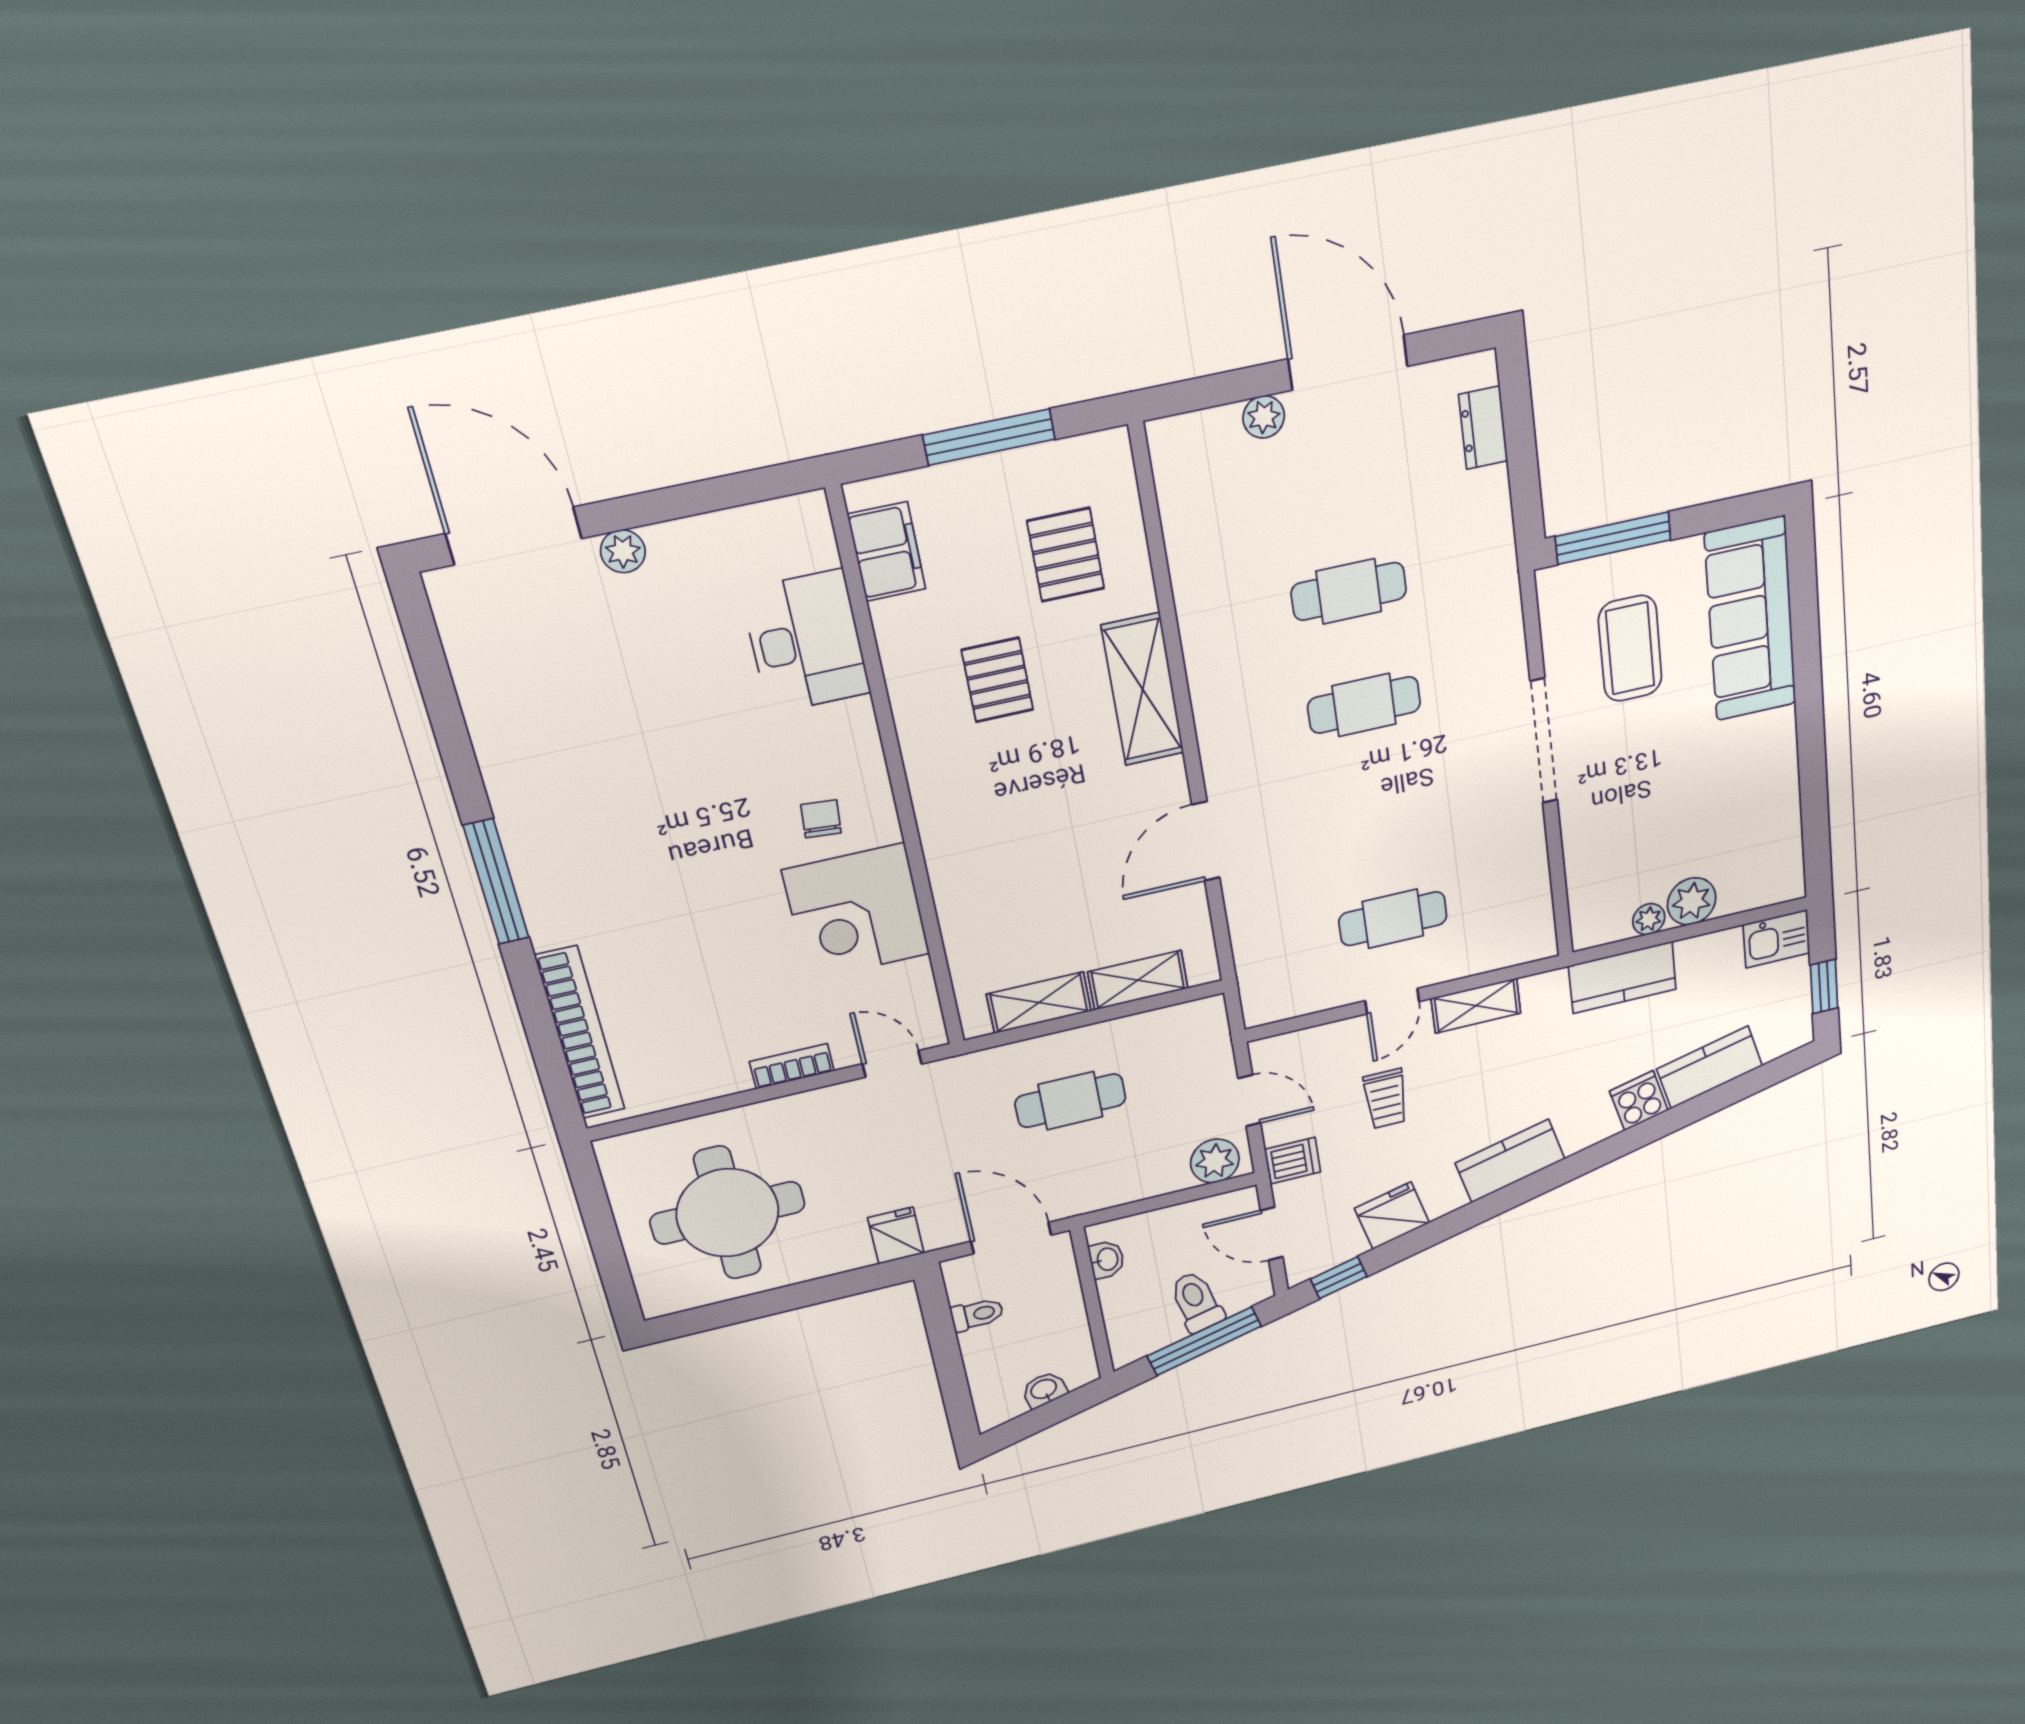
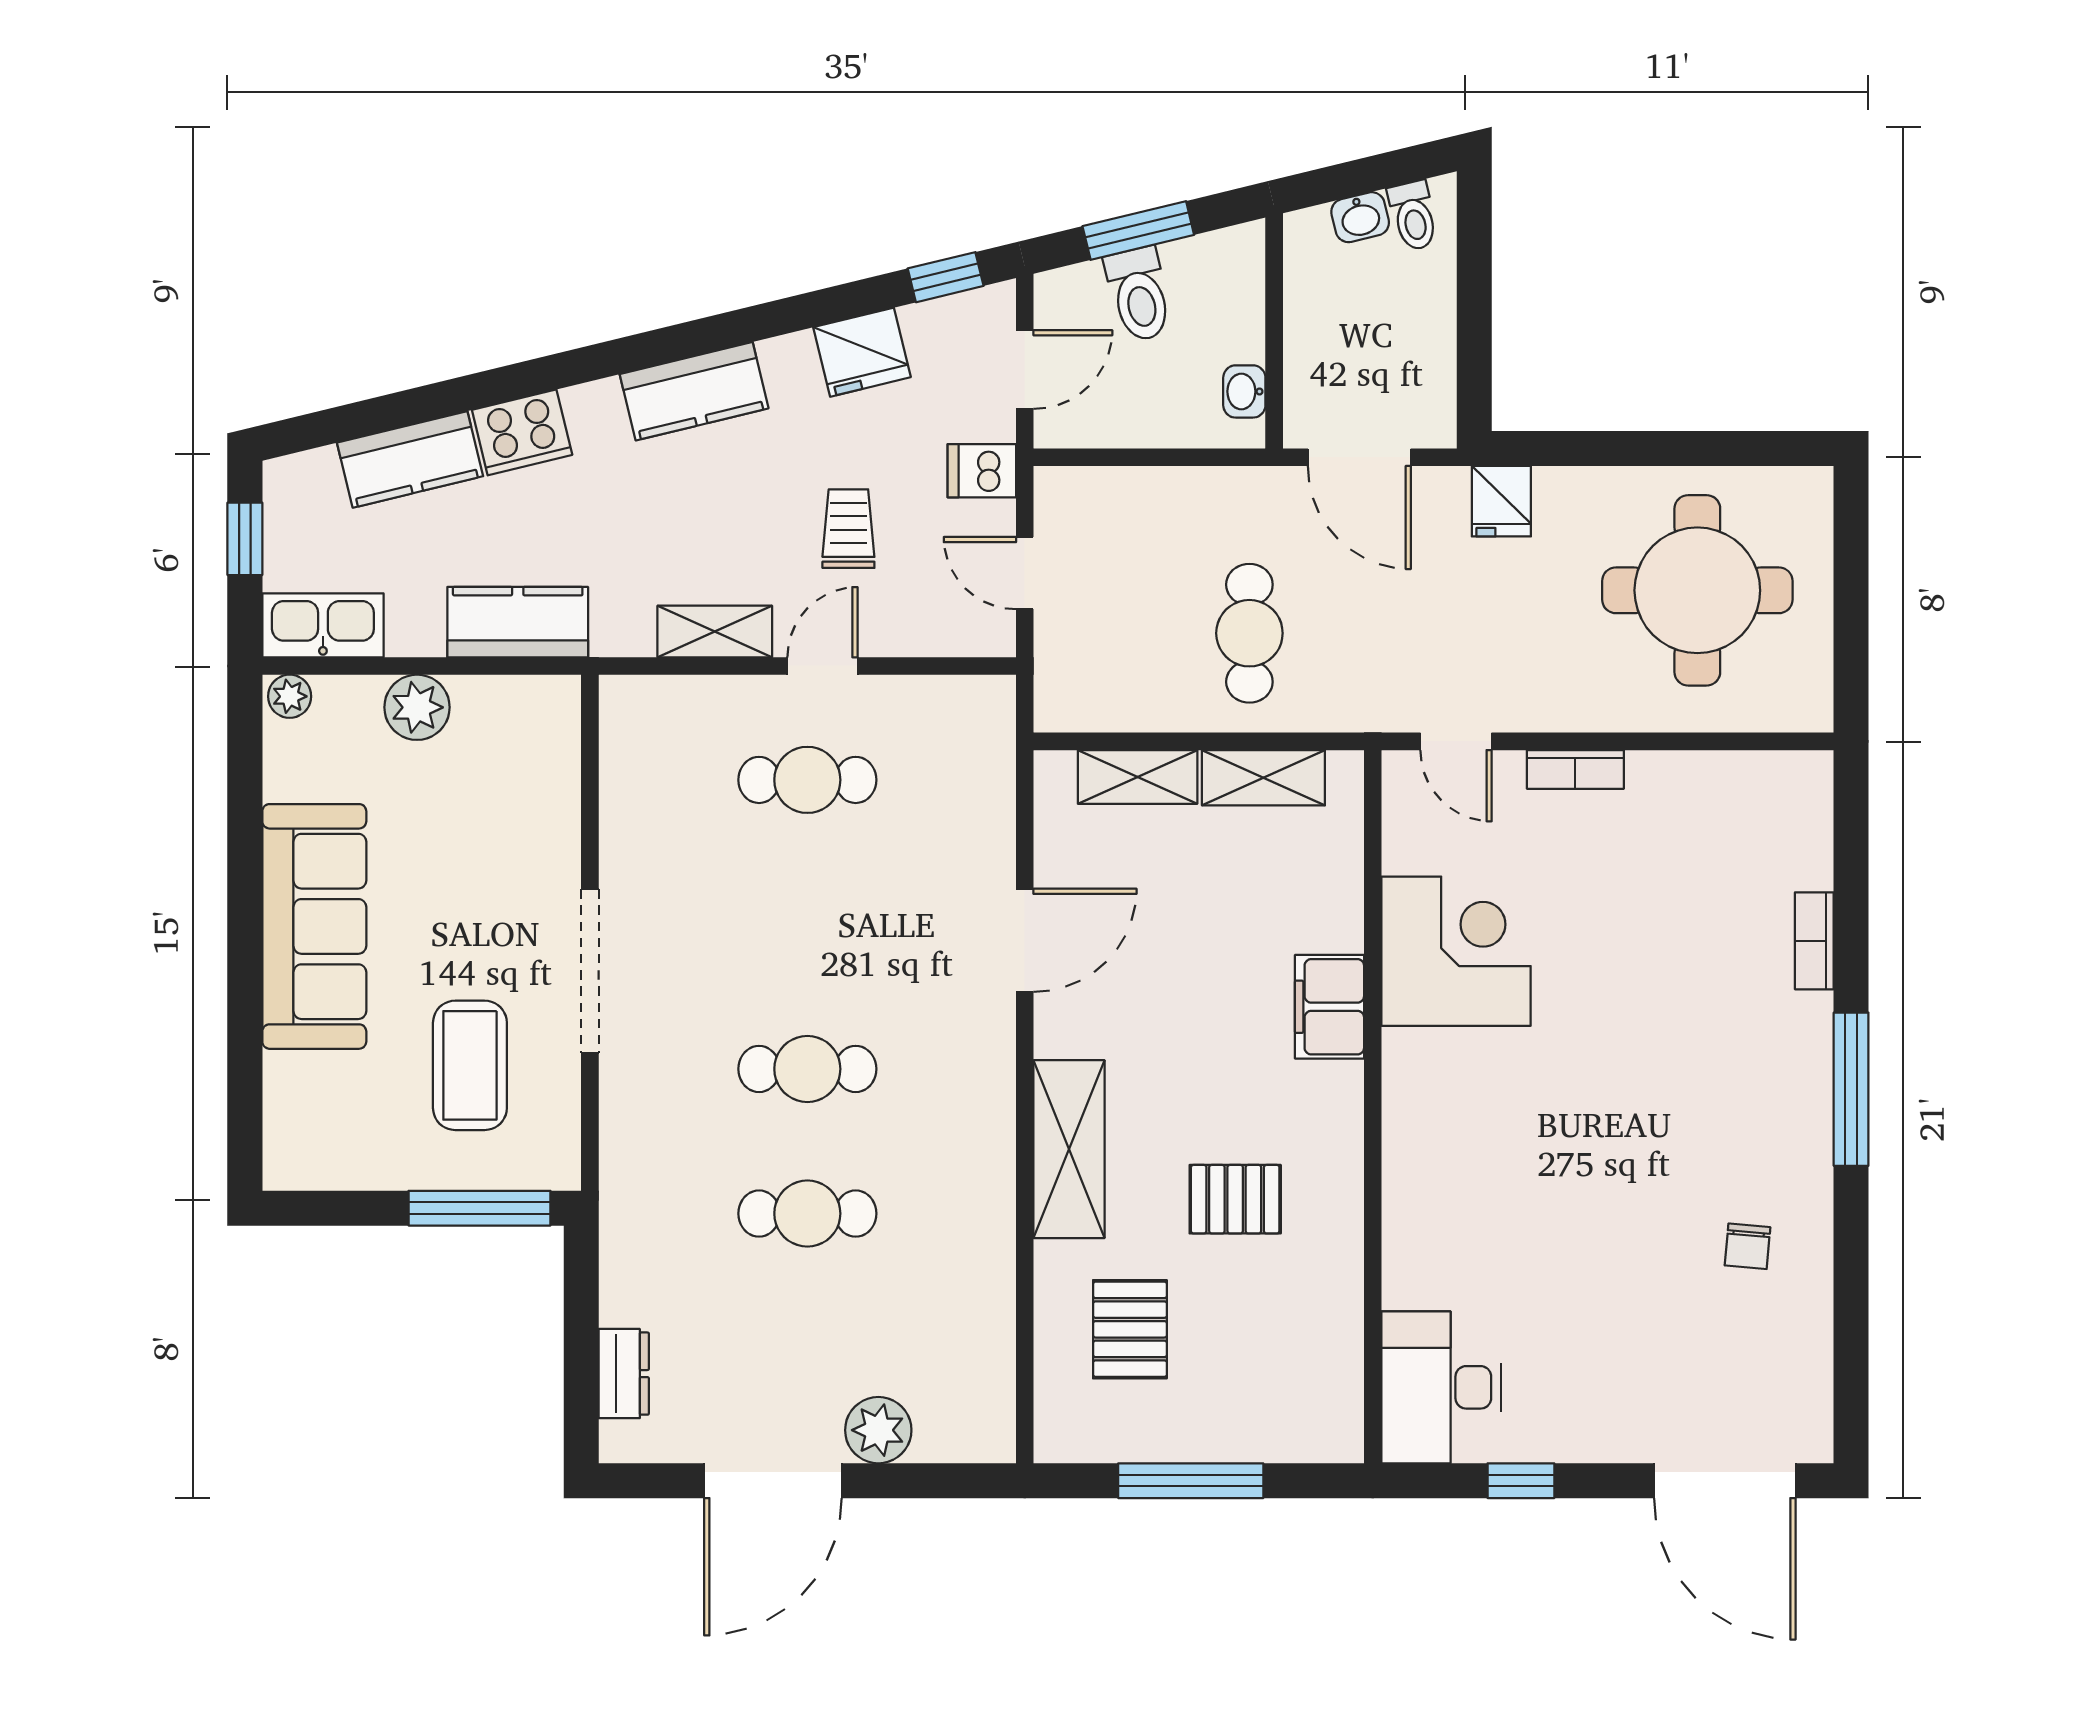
door: (1348, 363) -> (773, 1481), hinge flipped
plant: (1264, 417) -> (878, 1430), width x1.38, depth x1.38
window: (697, 498) -> (1521, 1481), added
plant: (623, 551) -> (1615, 1439), removed
filing cabinet: (887, 552) -> (1329, 1007), moved
sofa: (1751, 619) -> (314, 926), moved
desk: (806, 642) -> (1441, 1387), moved
pallet: (997, 680) -> (1235, 1199), turned 90
chair: (821, 819) -> (1748, 1246), moved
plant: (1649, 919) -> (290, 696), moved
kitchen sink: (1776, 939) -> (323, 625), width x1.38
bookcase: (580, 1033) -> (1814, 941), width x0.43, depth x0.76
cafe table: (1070, 1101) -> (1249, 633), turned 90
cooker: (1639, 1101) -> (522, 432), width x1.36
plant: (1215, 1161) -> (1082, 498), removed
door: (1272, 1234) -> (1025, 370), hinge flipped
toilet: (977, 1314) -> (1413, 216), moved, turned -104
window: (1204, 1341) -> (1138, 230), width x0.69

